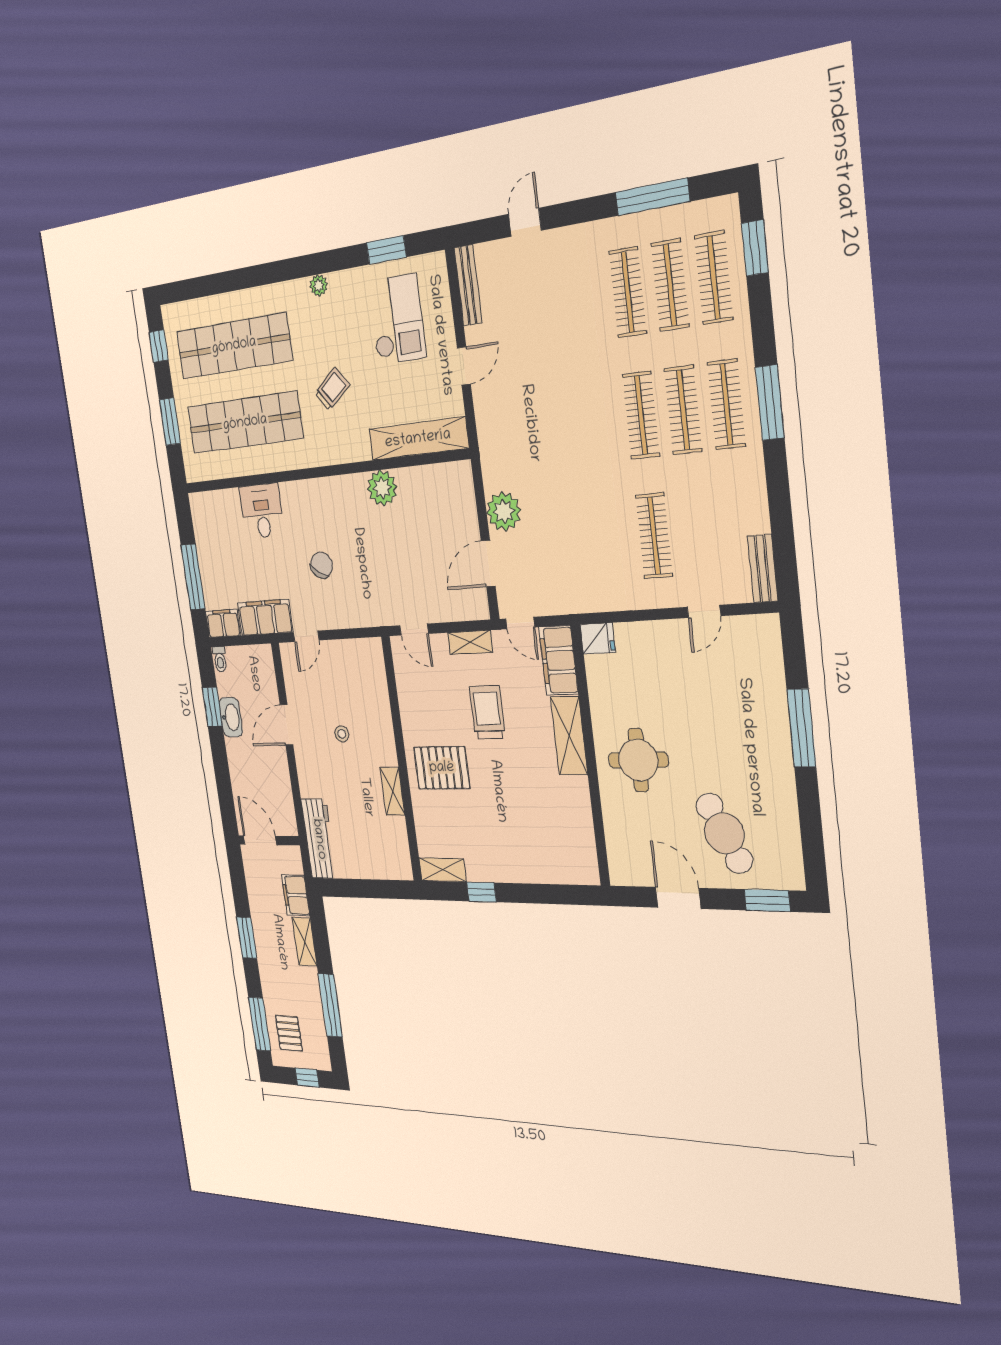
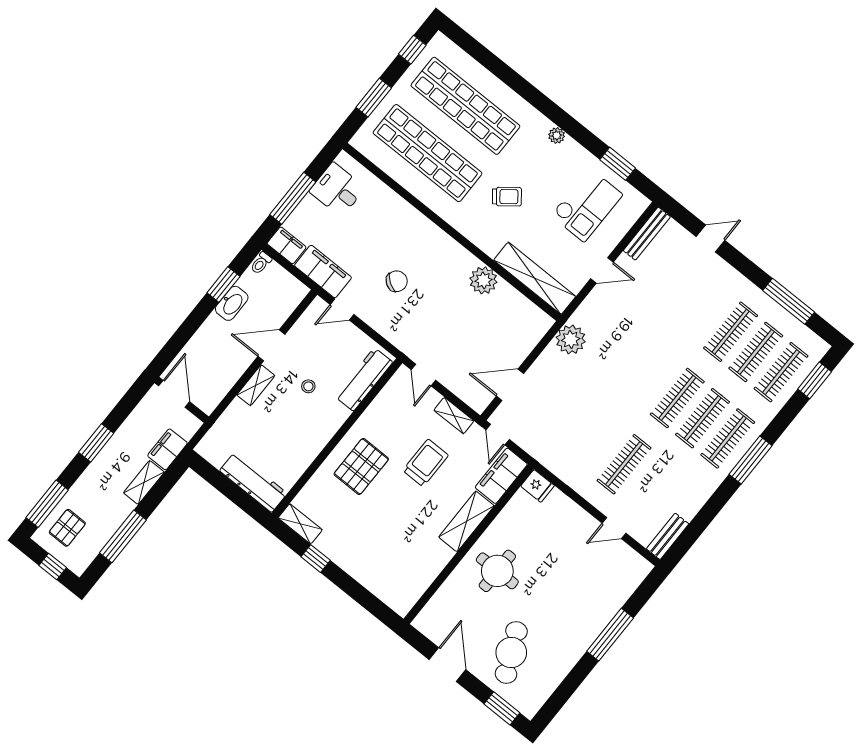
desk: (262, 511) -> (337, 190), moved, turned -90
plant: (504, 511) -> (571, 339), moved
workbench: (375, 683) -> (364, 379), added
pallet: (442, 768) -> (361, 466), turned 90
shelving: (392, 791) -> (256, 385), moved
workbench: (319, 839) -> (253, 482), moved, turned -90

